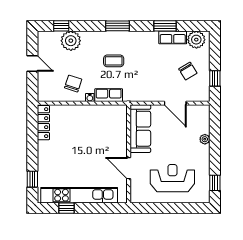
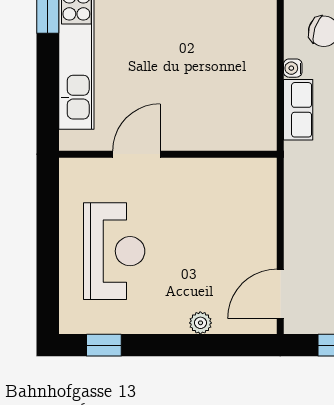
door: (175, 103) -> (280, 294), moved
sofa: (140, 129) -> (224, 180), removed

